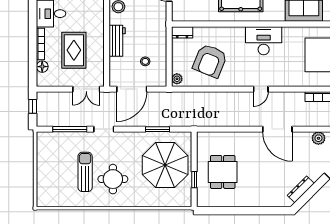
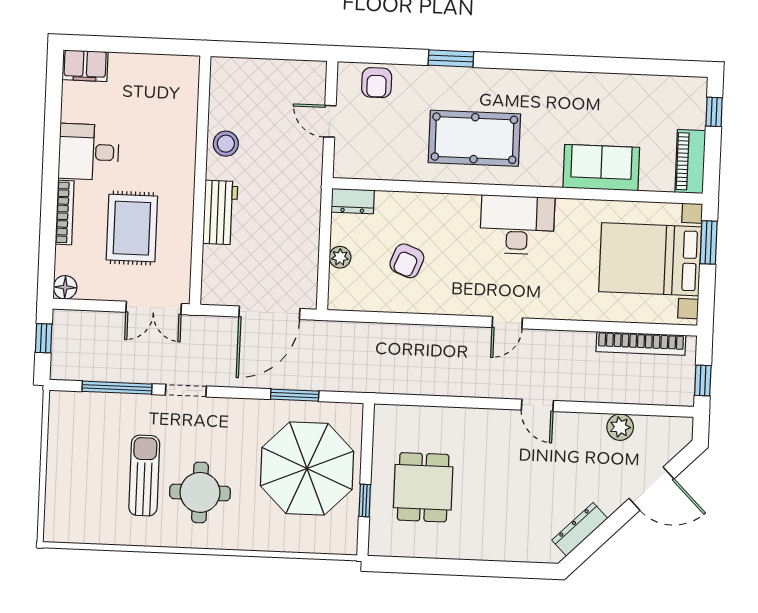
stool: (145, 61) -> (276, 257), removed
armchair: (210, 61) -> (407, 261), width x0.53, depth x0.53
floor lamp: (42, 67) -> (65, 287), moved
plant: (177, 79) -> (340, 257), moved
door: (132, 89) -> (269, 313), moved
door: (277, 129) -> (537, 405), width x0.53

